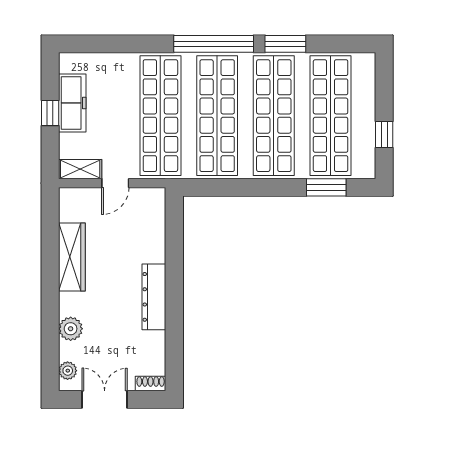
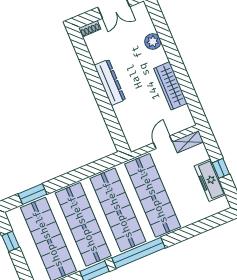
plant: (68, 371) -> (144, 15), removed

